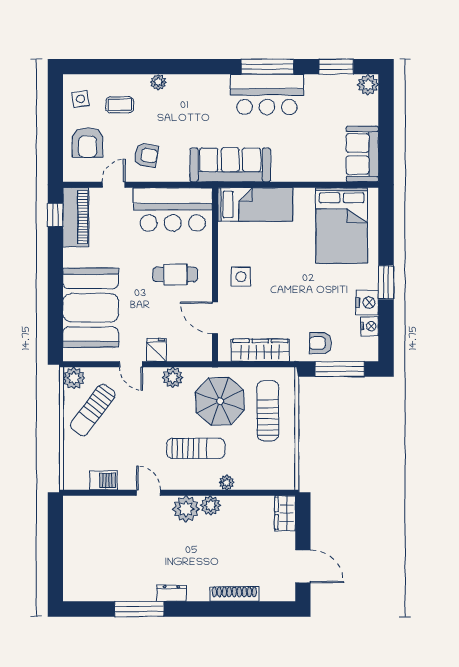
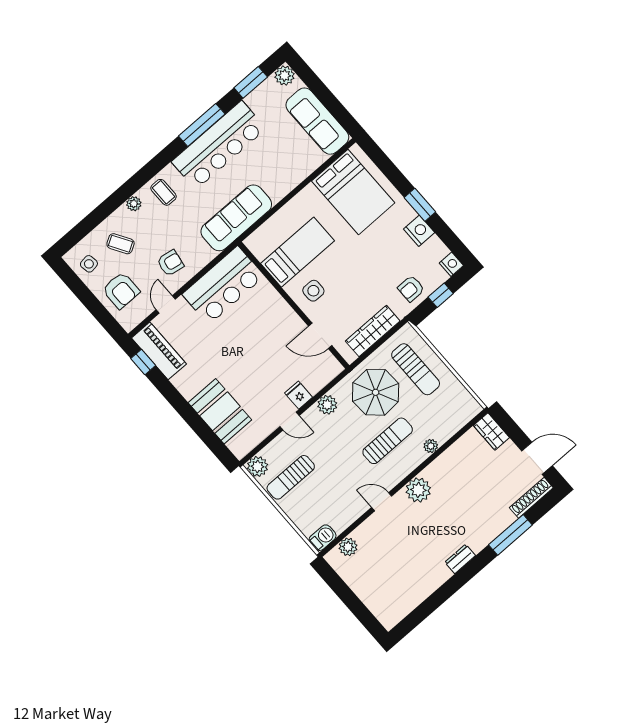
coffee table: (190, 94) -> (164, 192), added
bar counter: (267, 94) -> (219, 145), width x1.36
coffee table: (120, 105) -> (121, 244), turned 59
sofa: (362, 154) -> (317, 121), width x1.36
bed: (255, 204) -> (298, 252), moved
cafe table: (175, 274) -> (265, 330), removed
booth: (91, 308) -> (220, 411), width x0.73, depth x0.70
nightstand: (370, 326) -> (451, 264), moved
window: (340, 369) -> (441, 295), width x0.46
sun lounger: (93, 410) -> (291, 477), turned 53
sun lounger: (268, 411) -> (416, 369), turned 180
barbecue: (103, 480) -> (323, 538), moved
plant: (211, 505) -> (348, 547), moved
shoe rack: (234, 594) -> (531, 498), moved
window: (139, 609) -> (510, 535), moved

